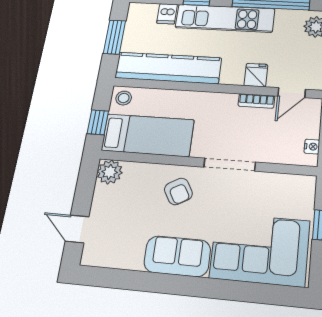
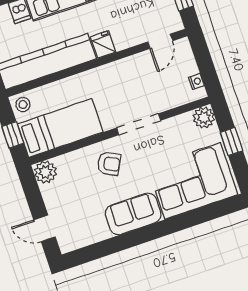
fridge: (256, 75) -> (103, 45), moved
bookcase: (256, 101) -> (135, 61), removed
plant: (303, 187) -> (204, 118), added
armchair: (178, 191) -> (109, 164), turned -32

